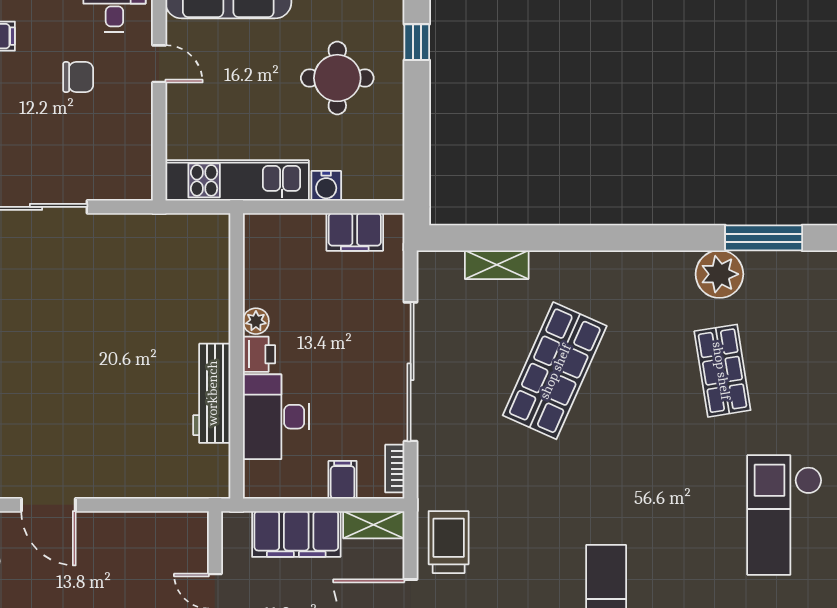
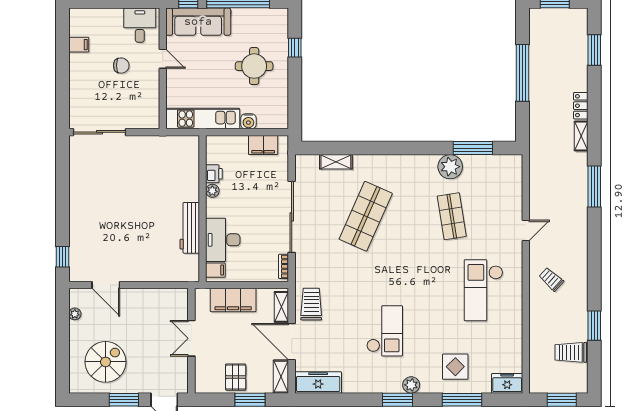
printer: (259, 354) -> (214, 174), moved
filing cabinet: (343, 480) -> (215, 270), moved, turned 90
shelving: (373, 525) -> (281, 307), moved, turned 90

